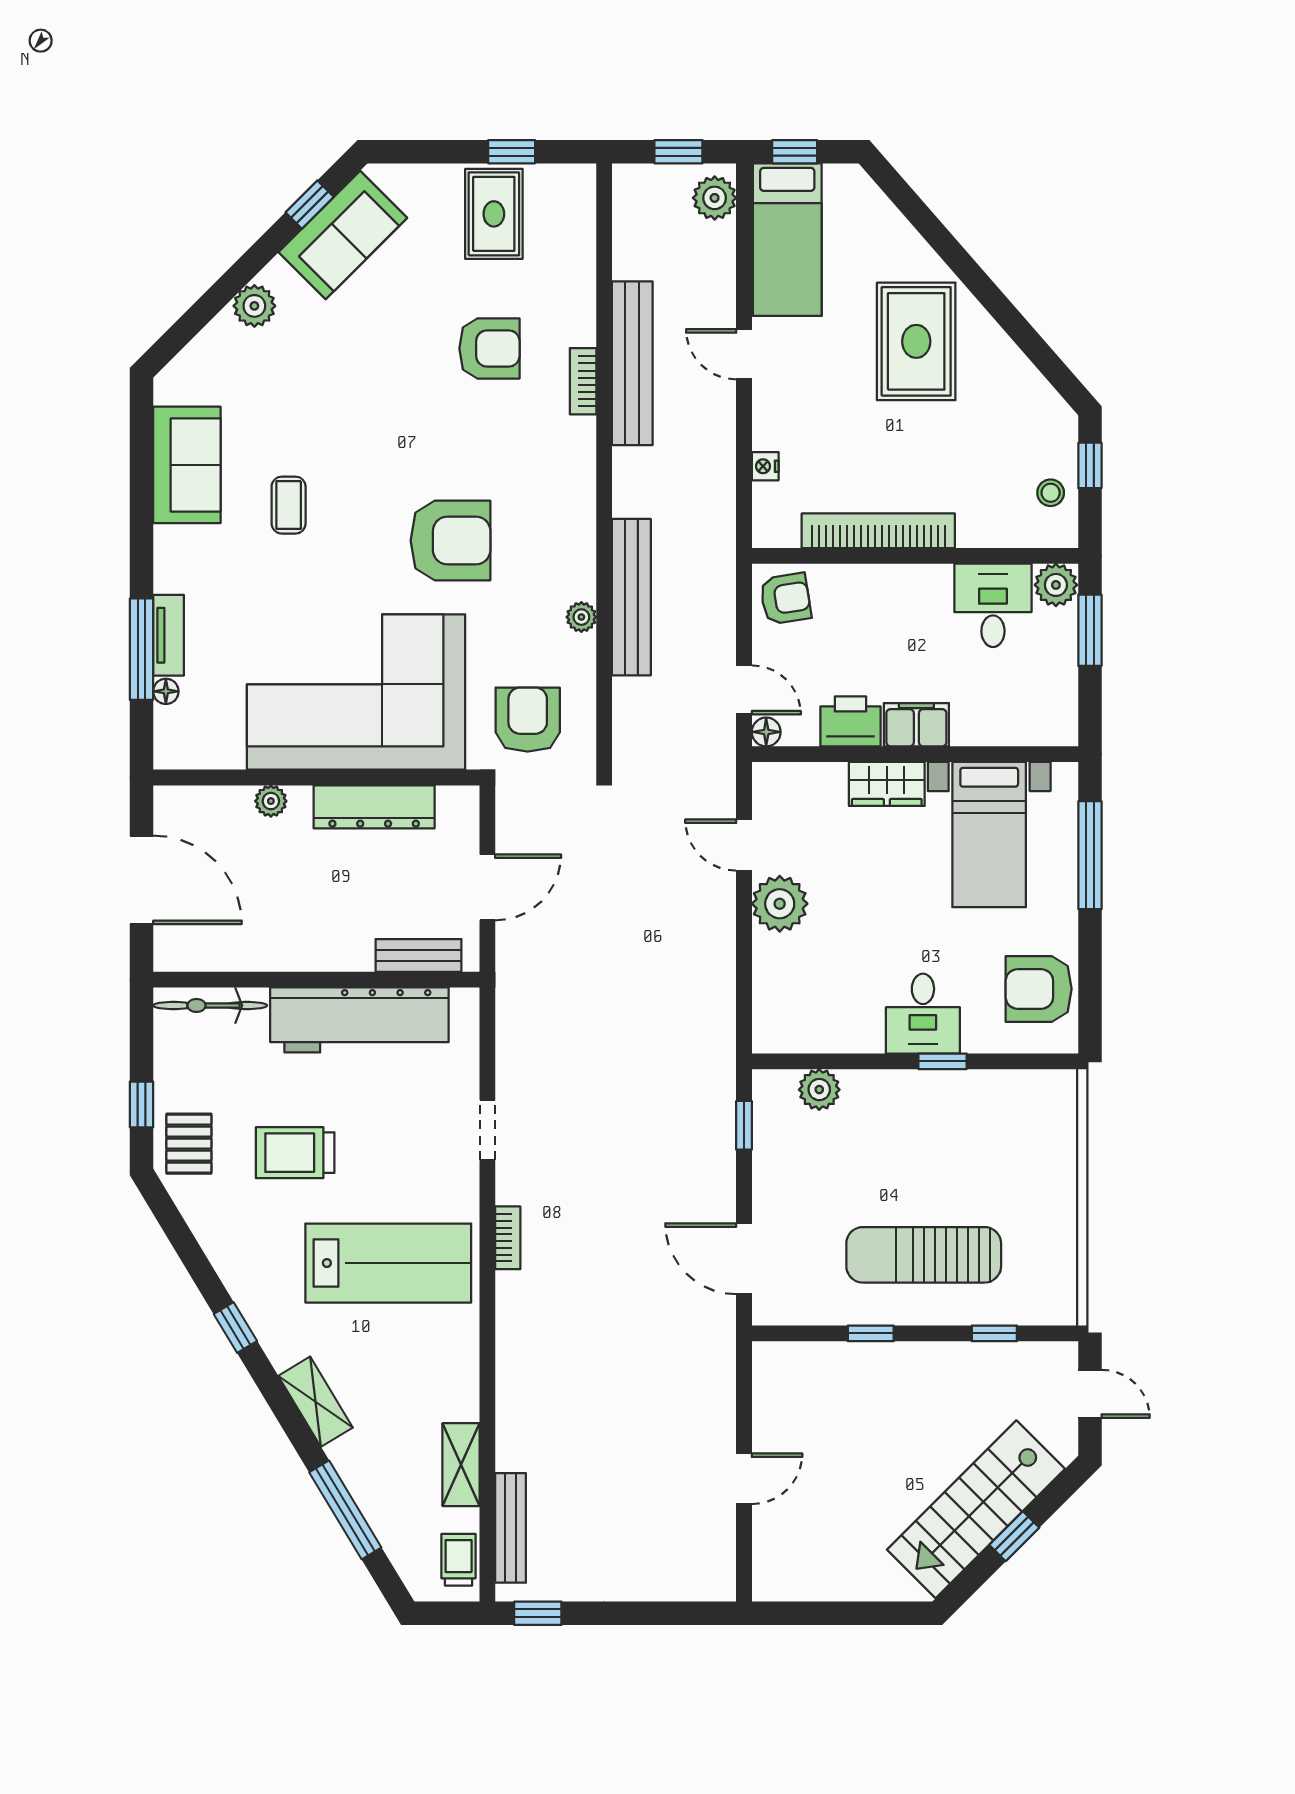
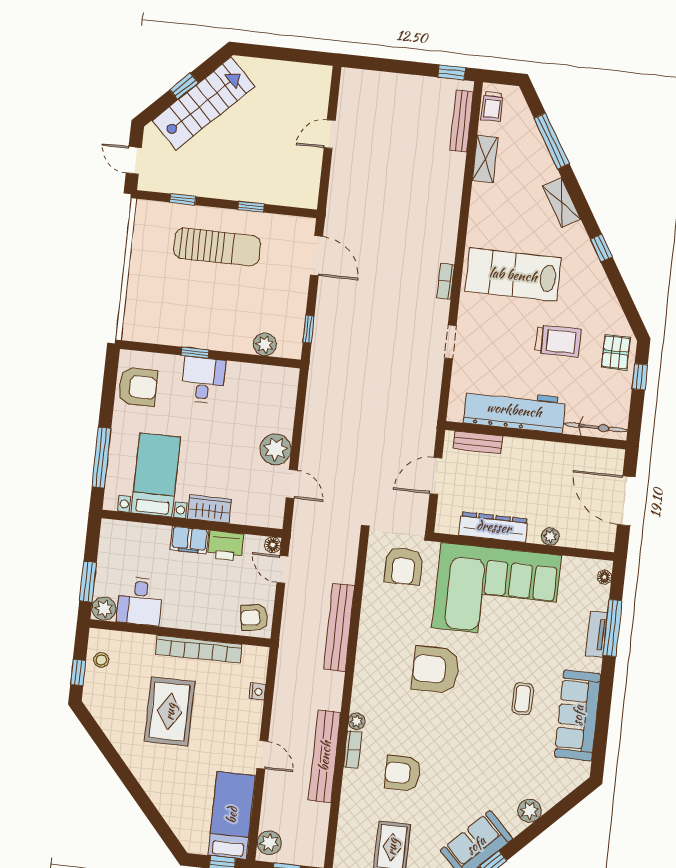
rug: (916, 341) -> (170, 712), moved
sofa: (187, 465) -> (578, 715), width x1.36
plant: (581, 617) -> (357, 721), moved
floor lamp: (166, 691) -> (604, 577), moved

